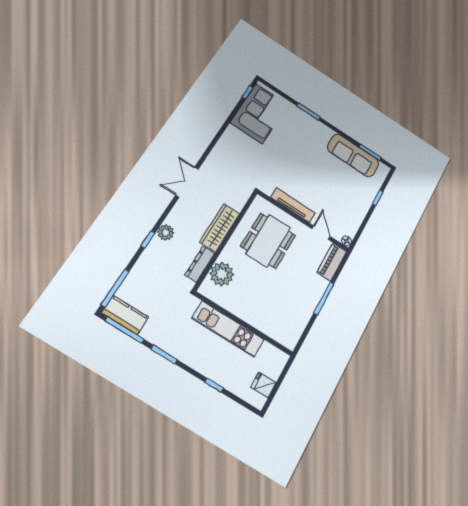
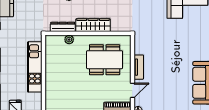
tv unit: (293, 205) -> (139, 67), width x0.71
plant: (222, 274) -> (69, 40), width x0.53, depth x0.53

